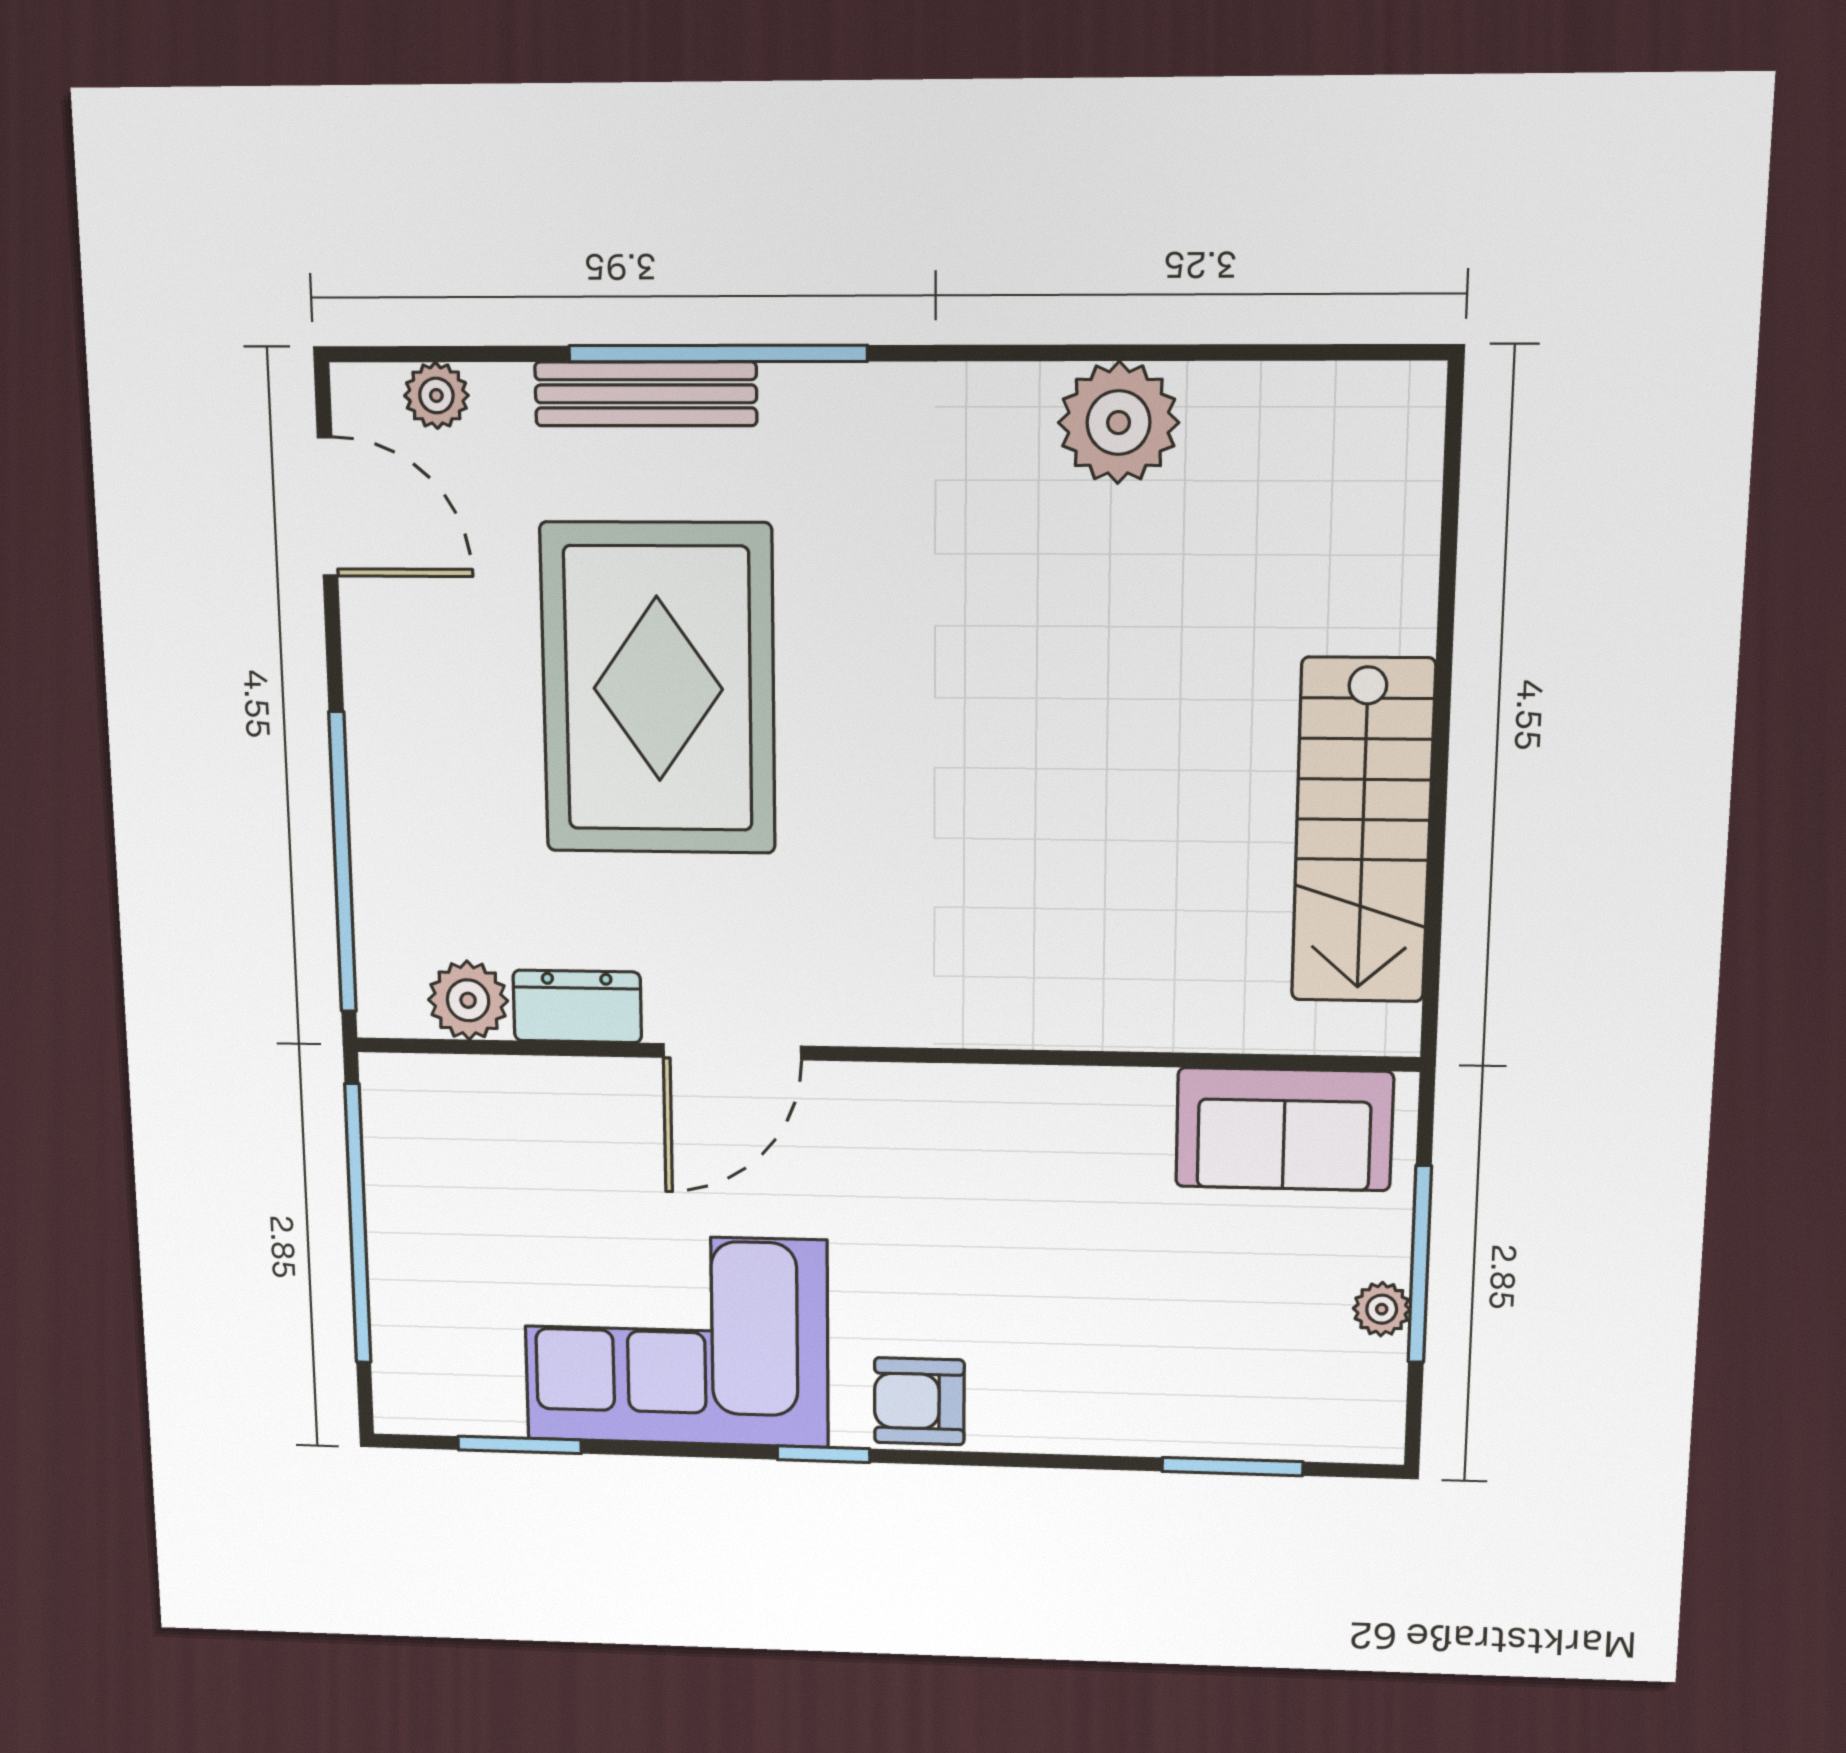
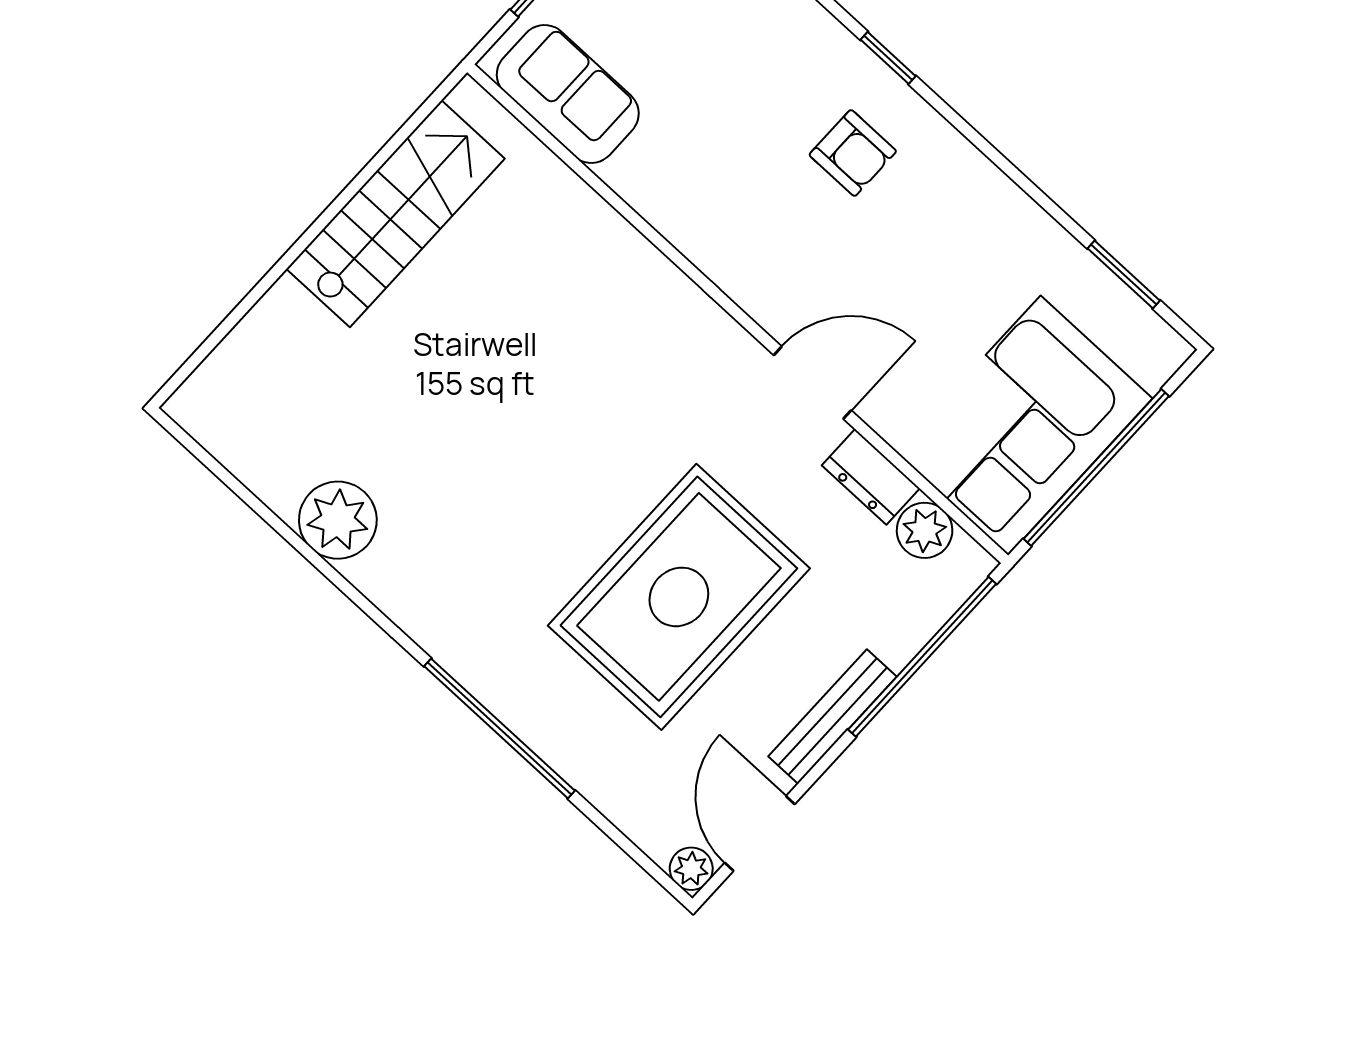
bench: (646, 394) -> (833, 716), moved, turned 90
plant: (436, 395) -> (691, 869), moved
corner sofa: (676, 1340) -> (1024, 425), moved, turned 90
armchair: (919, 1401) -> (853, 153), moved
window: (823, 1454) -> (888, 58), moved

